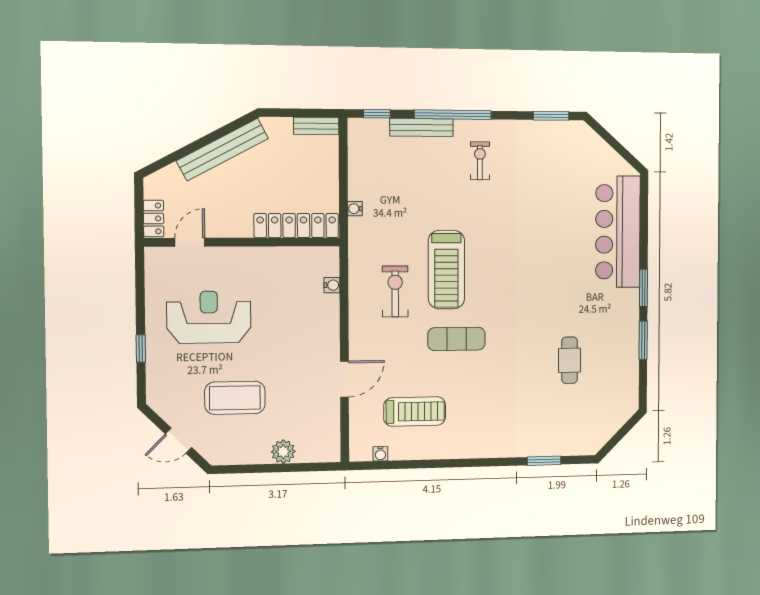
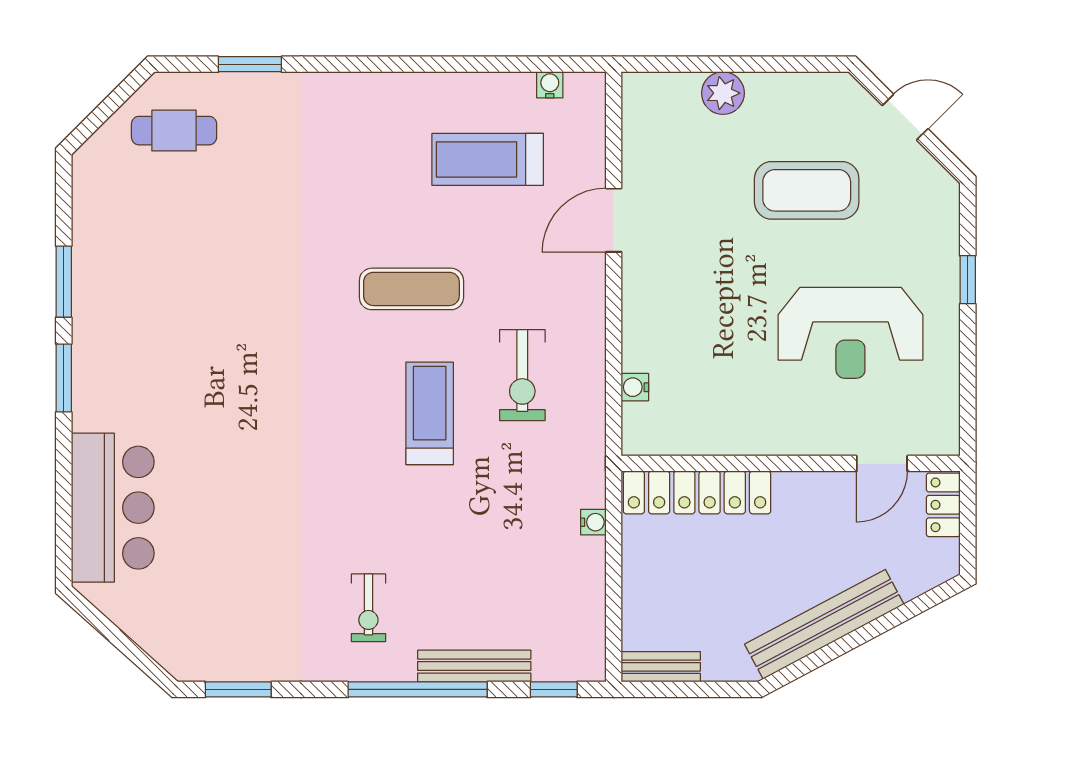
bar counter: (618, 232) -> (113, 508), width x0.73
treadmill: (446, 270) -> (430, 413), width x0.73, depth x0.73
cafe table: (569, 360) -> (174, 131), moved, turned 90

